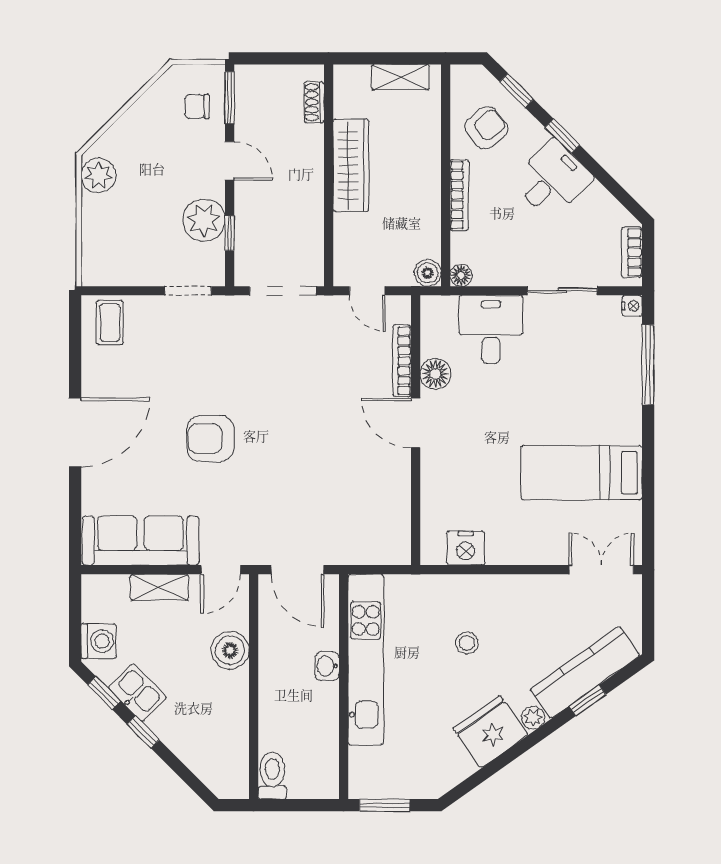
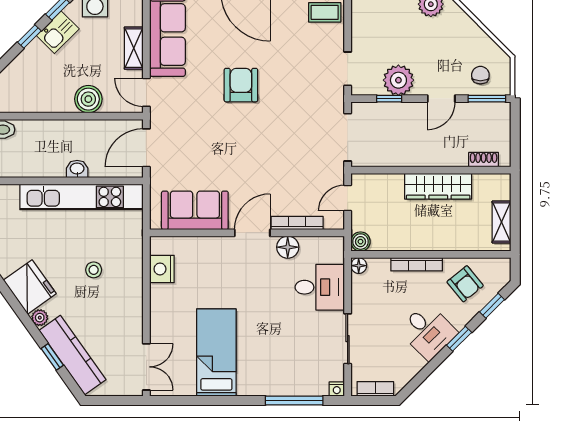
sofa: (384, 503) -> (195, 210), added

